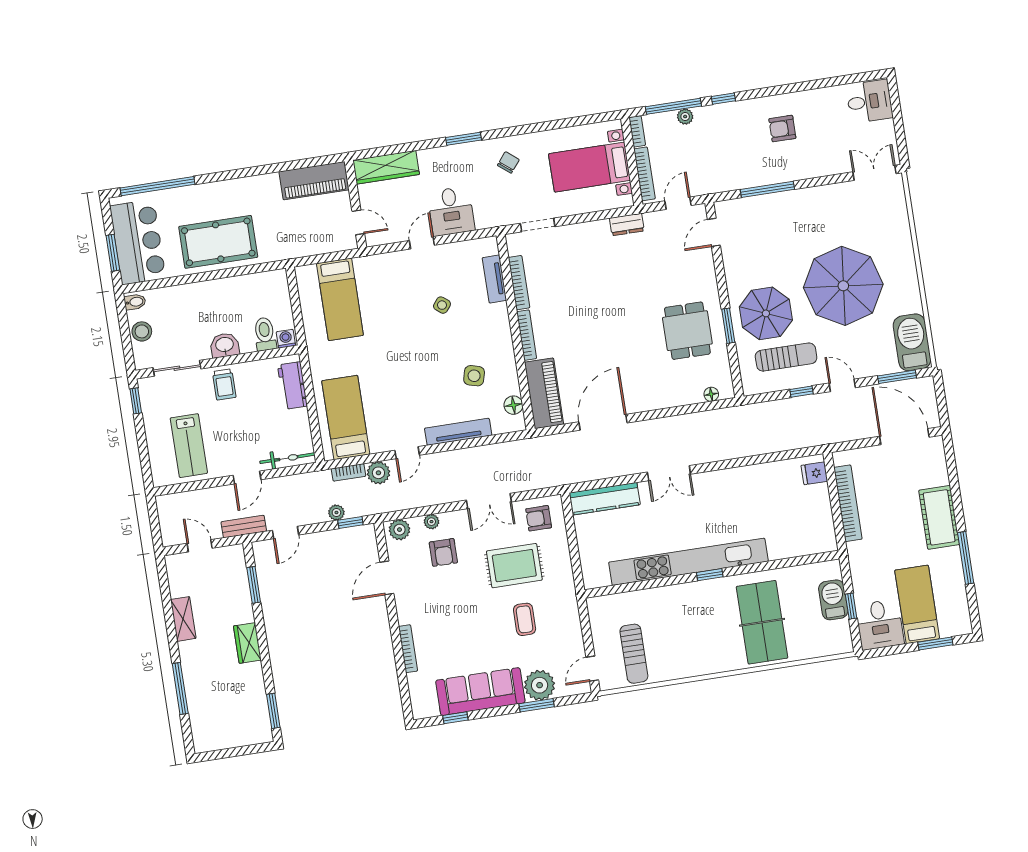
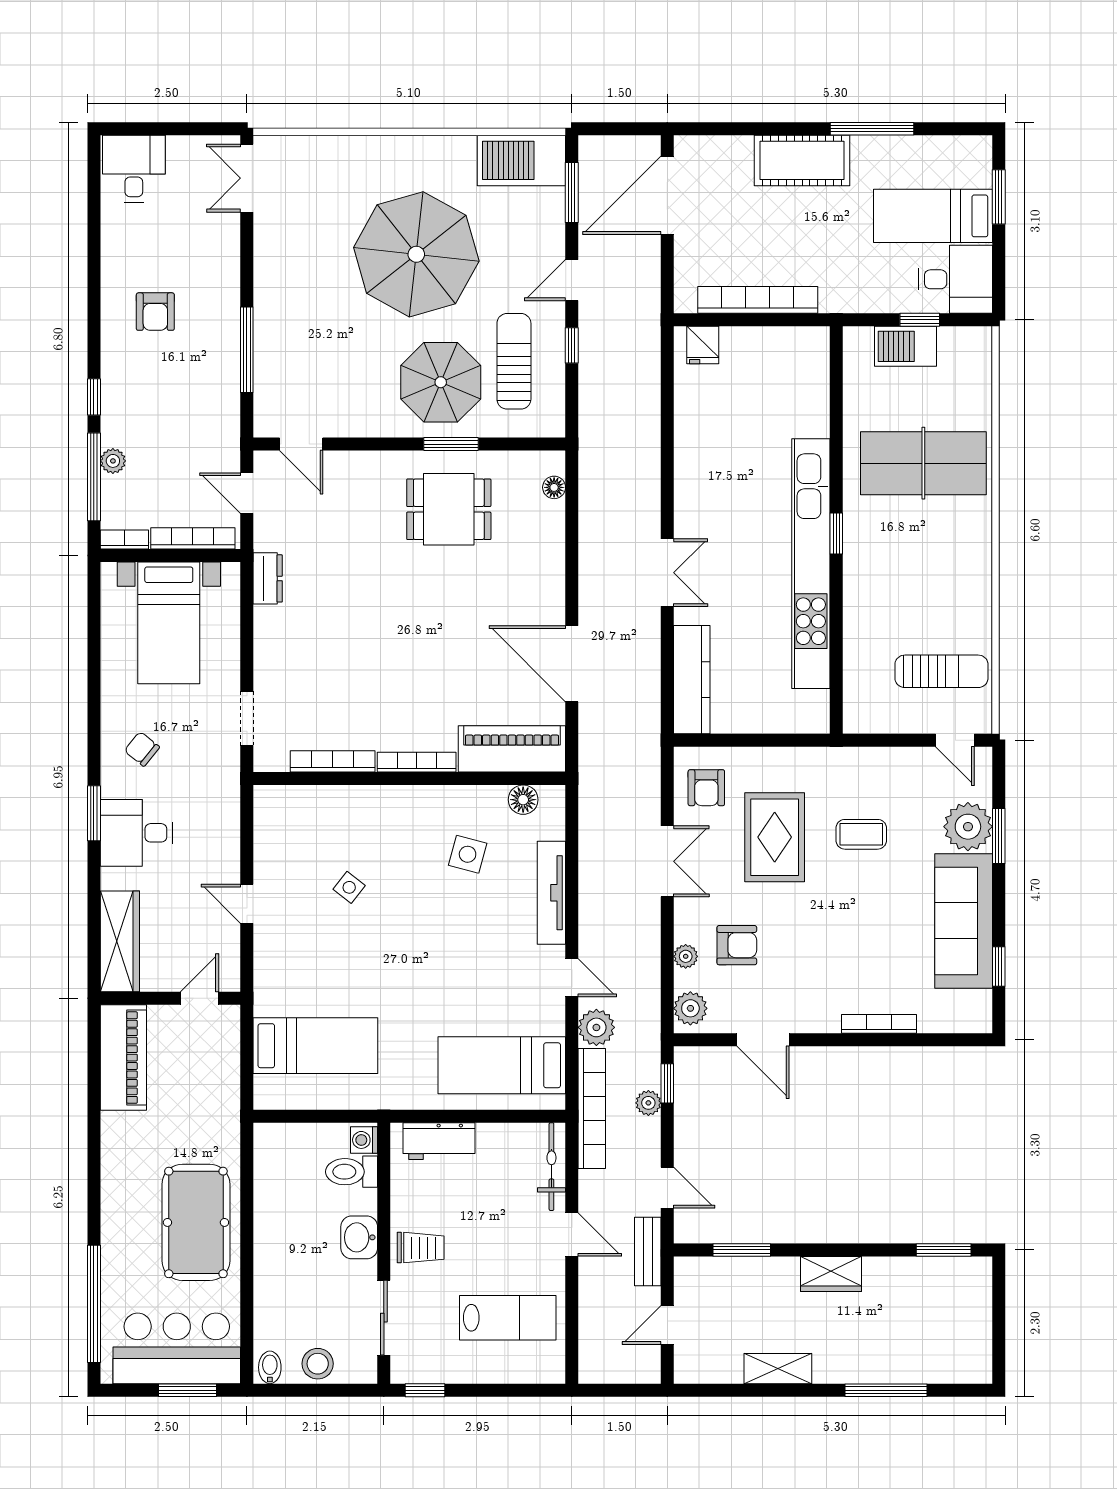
desk: (451, 211) -> (136, 833), moved, turned 180
tv unit: (494, 279) -> (321, 799), removed
bookcase: (349, 472) -> (592, 1108), width x2.31, depth x1.31

